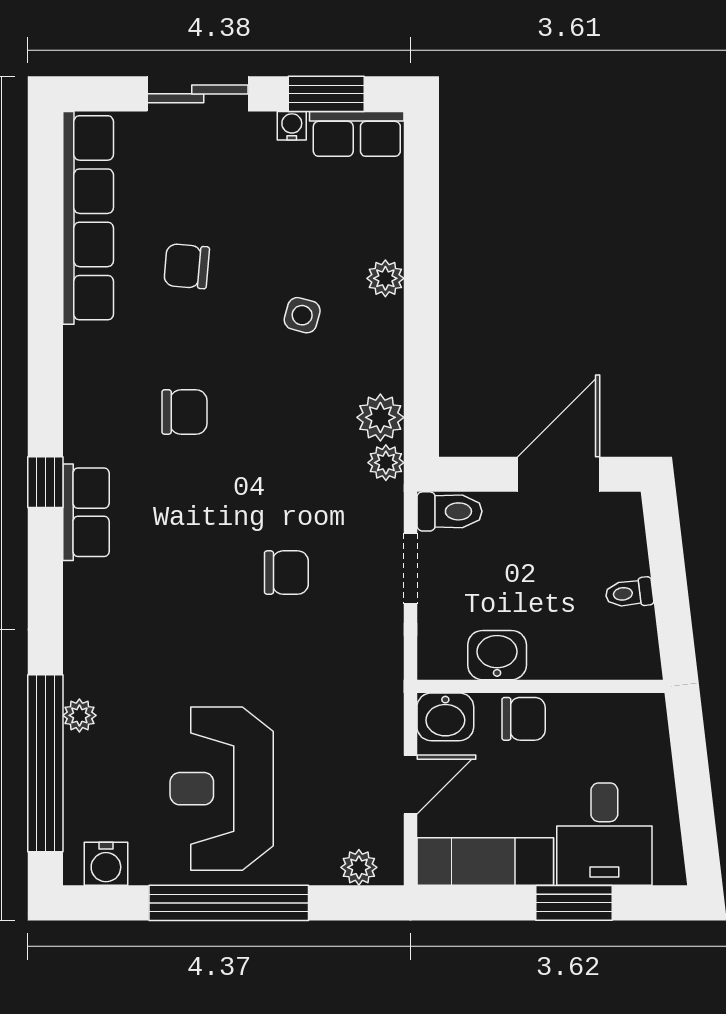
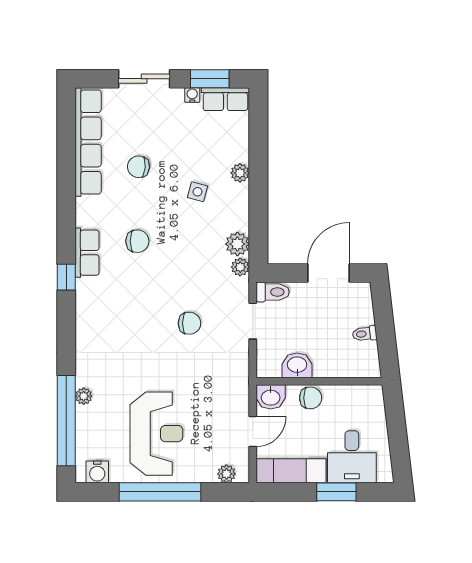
row of seats: (86, 512) -> (87, 253), moved
reception desk: (222, 789) -> (156, 434), turned 180

